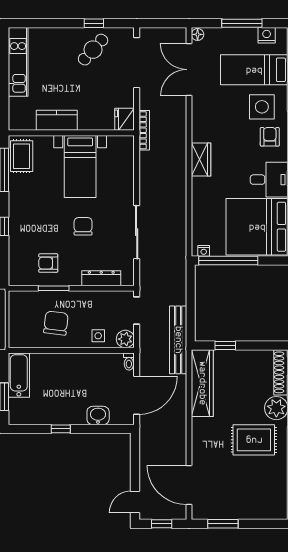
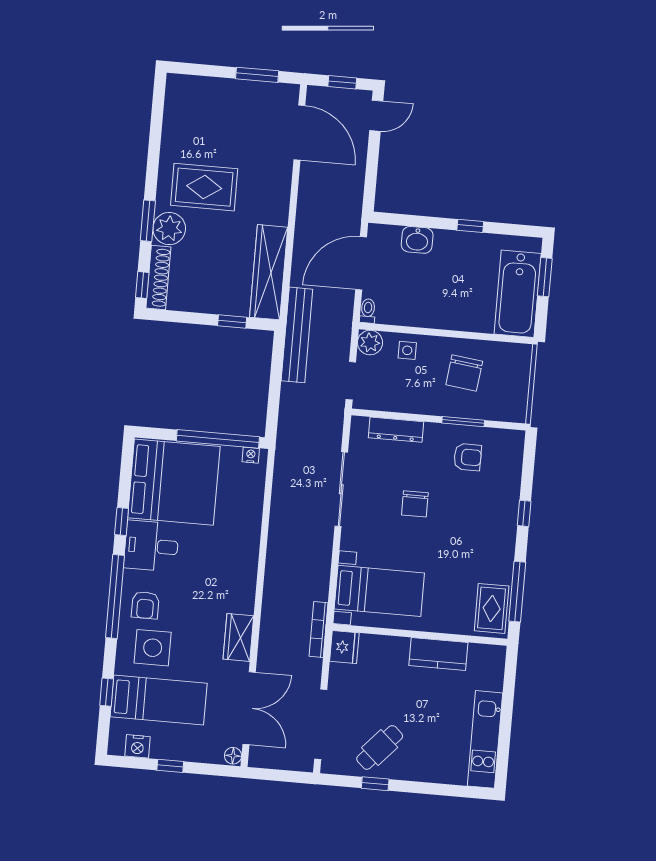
window: (242, 23) -> (170, 766), width x0.46
wardrobe: (201, 160) -> (238, 637), moved
bed with nightstands: (80, 167) -> (379, 591), moved, turned 90
bathtub: (19, 375) -> (518, 294), width x1.36, depth x1.36

